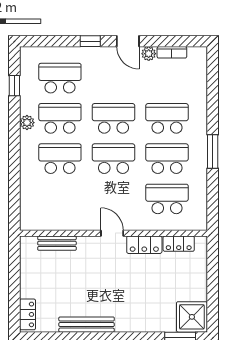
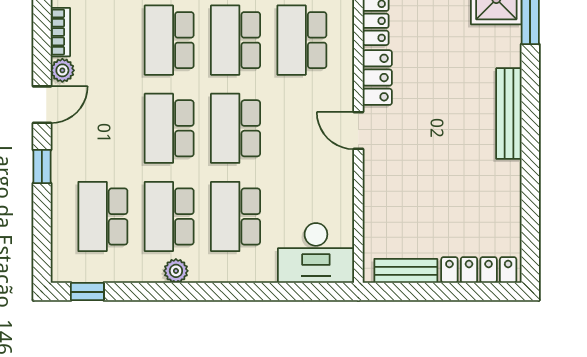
window: (14, 86) -> (87, 292), moved
desk: (38, 207) -> (316, 253), added
door: (112, 233) -> (358, 131), hinge flipped
bench: (57, 243) -> (406, 271), moved, turned 90
locker: (28, 314) -> (479, 270), width x1.53
bench: (87, 325) -> (509, 114), moved

